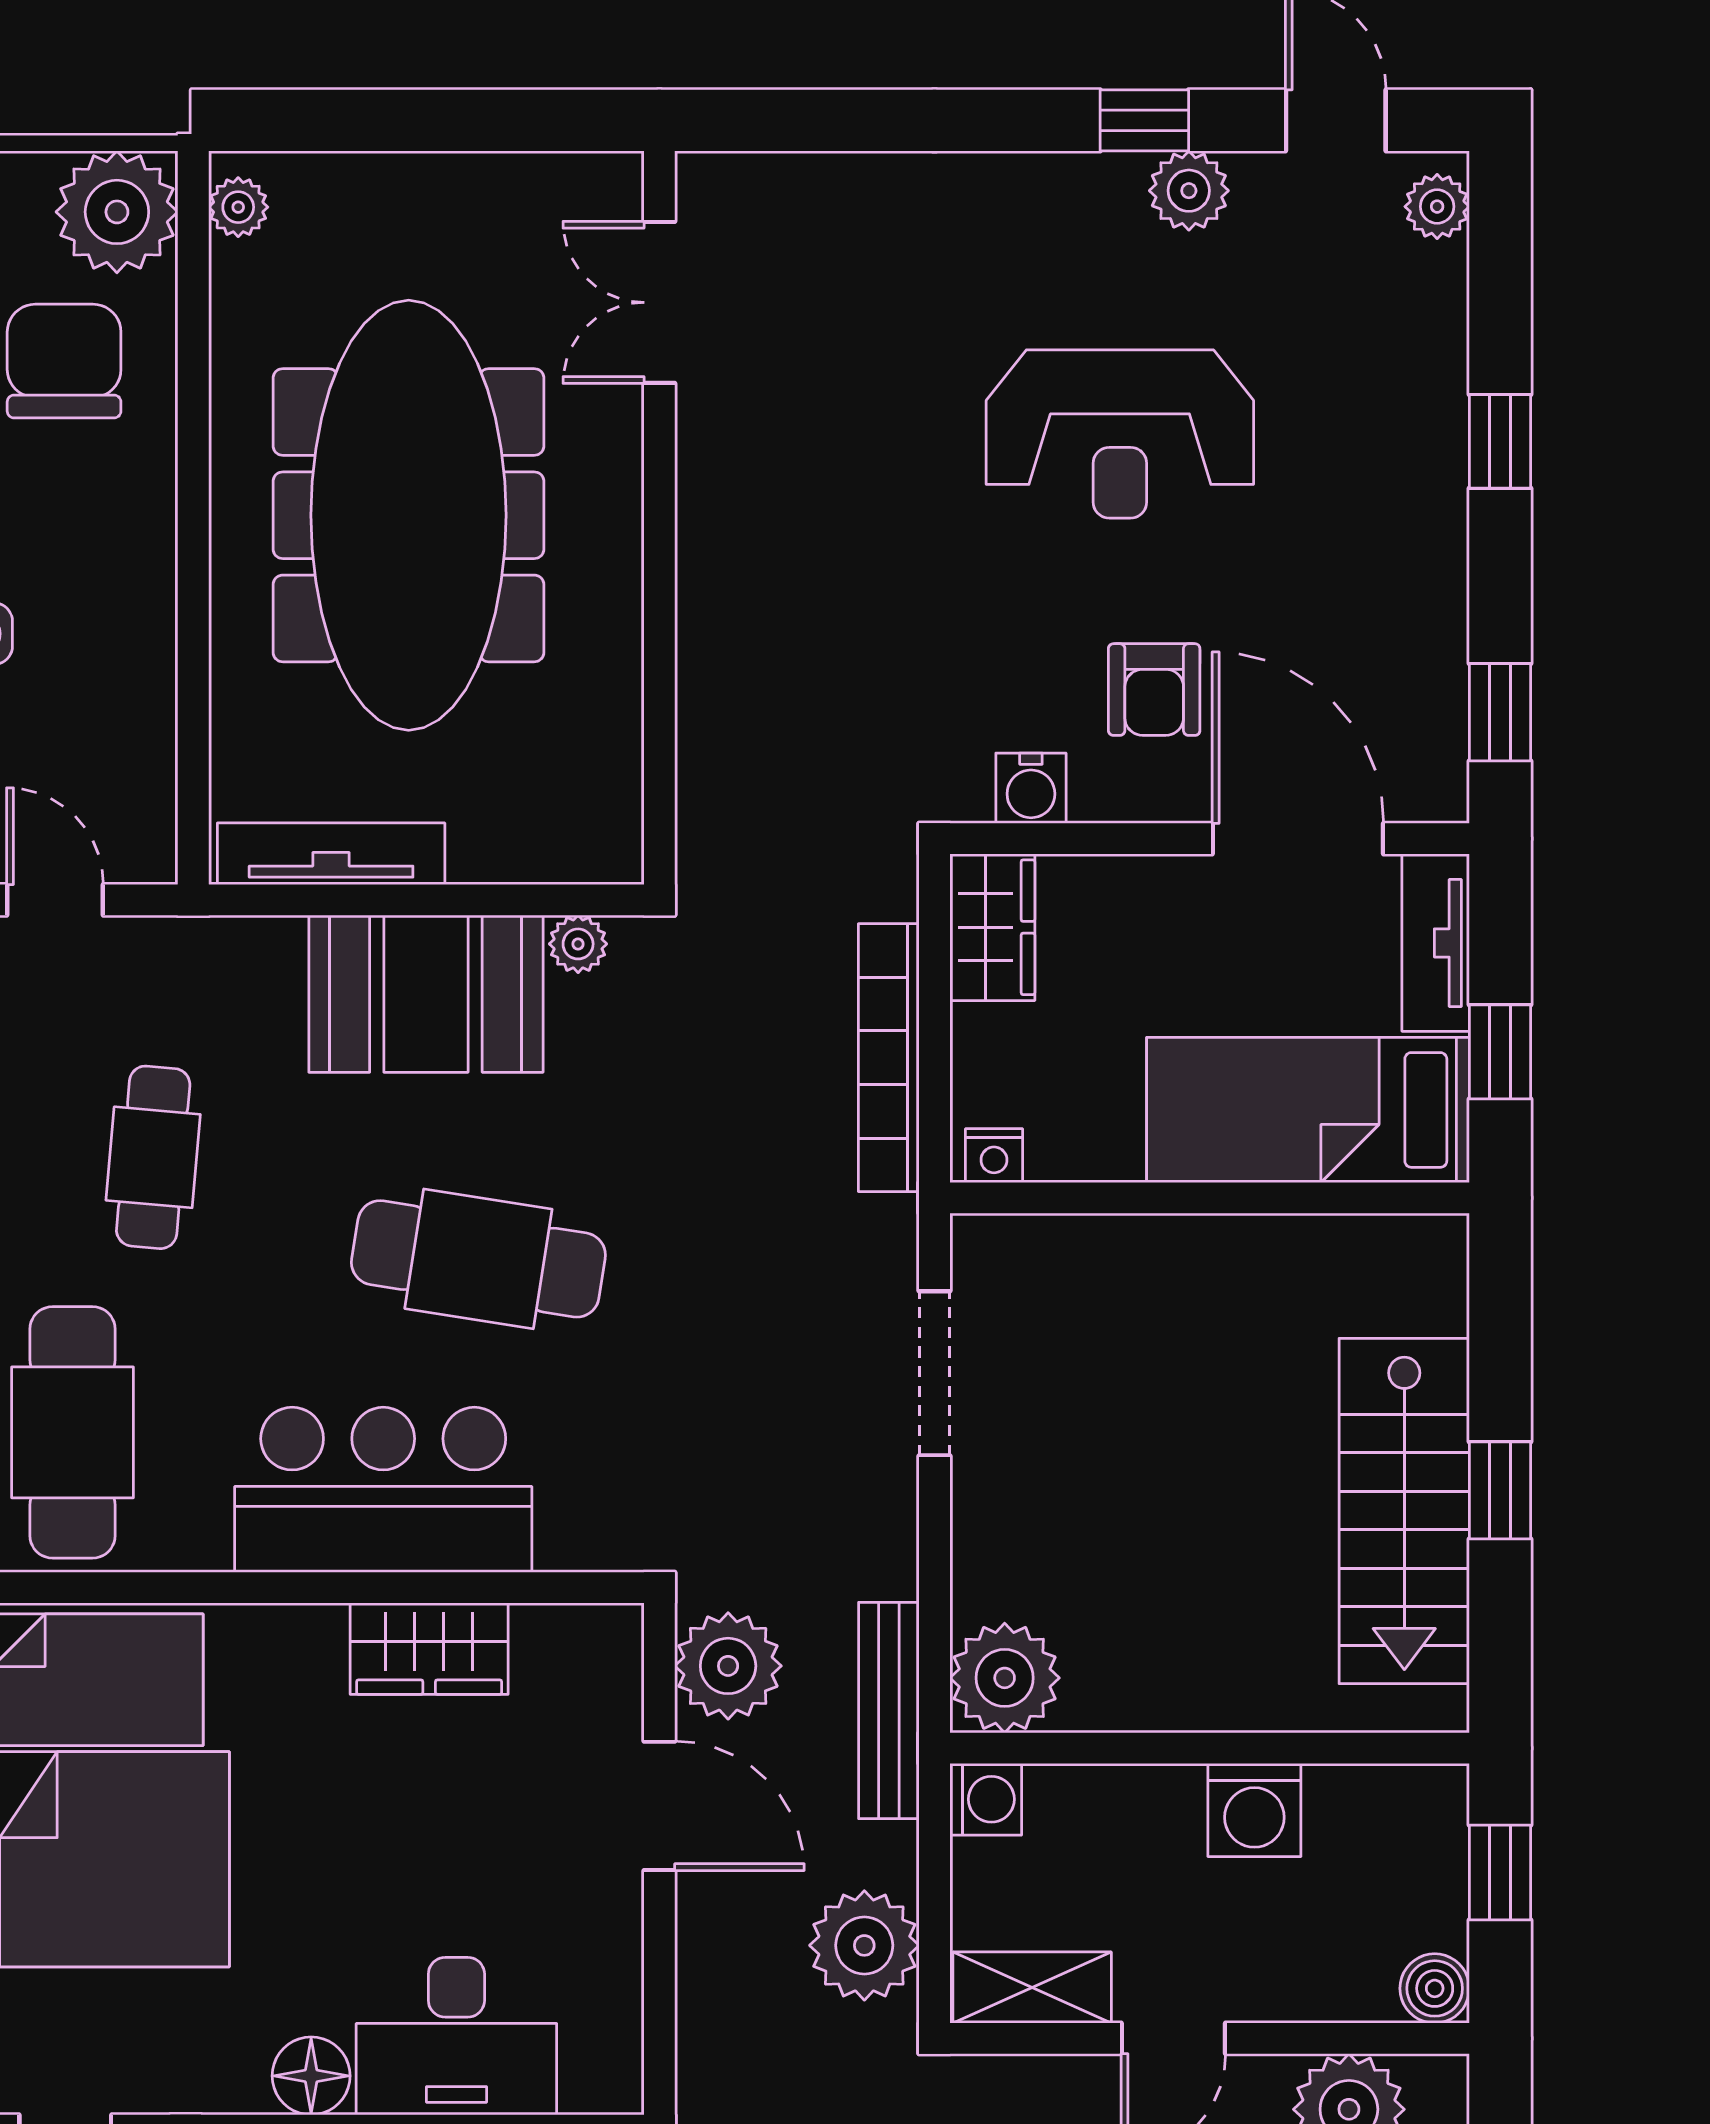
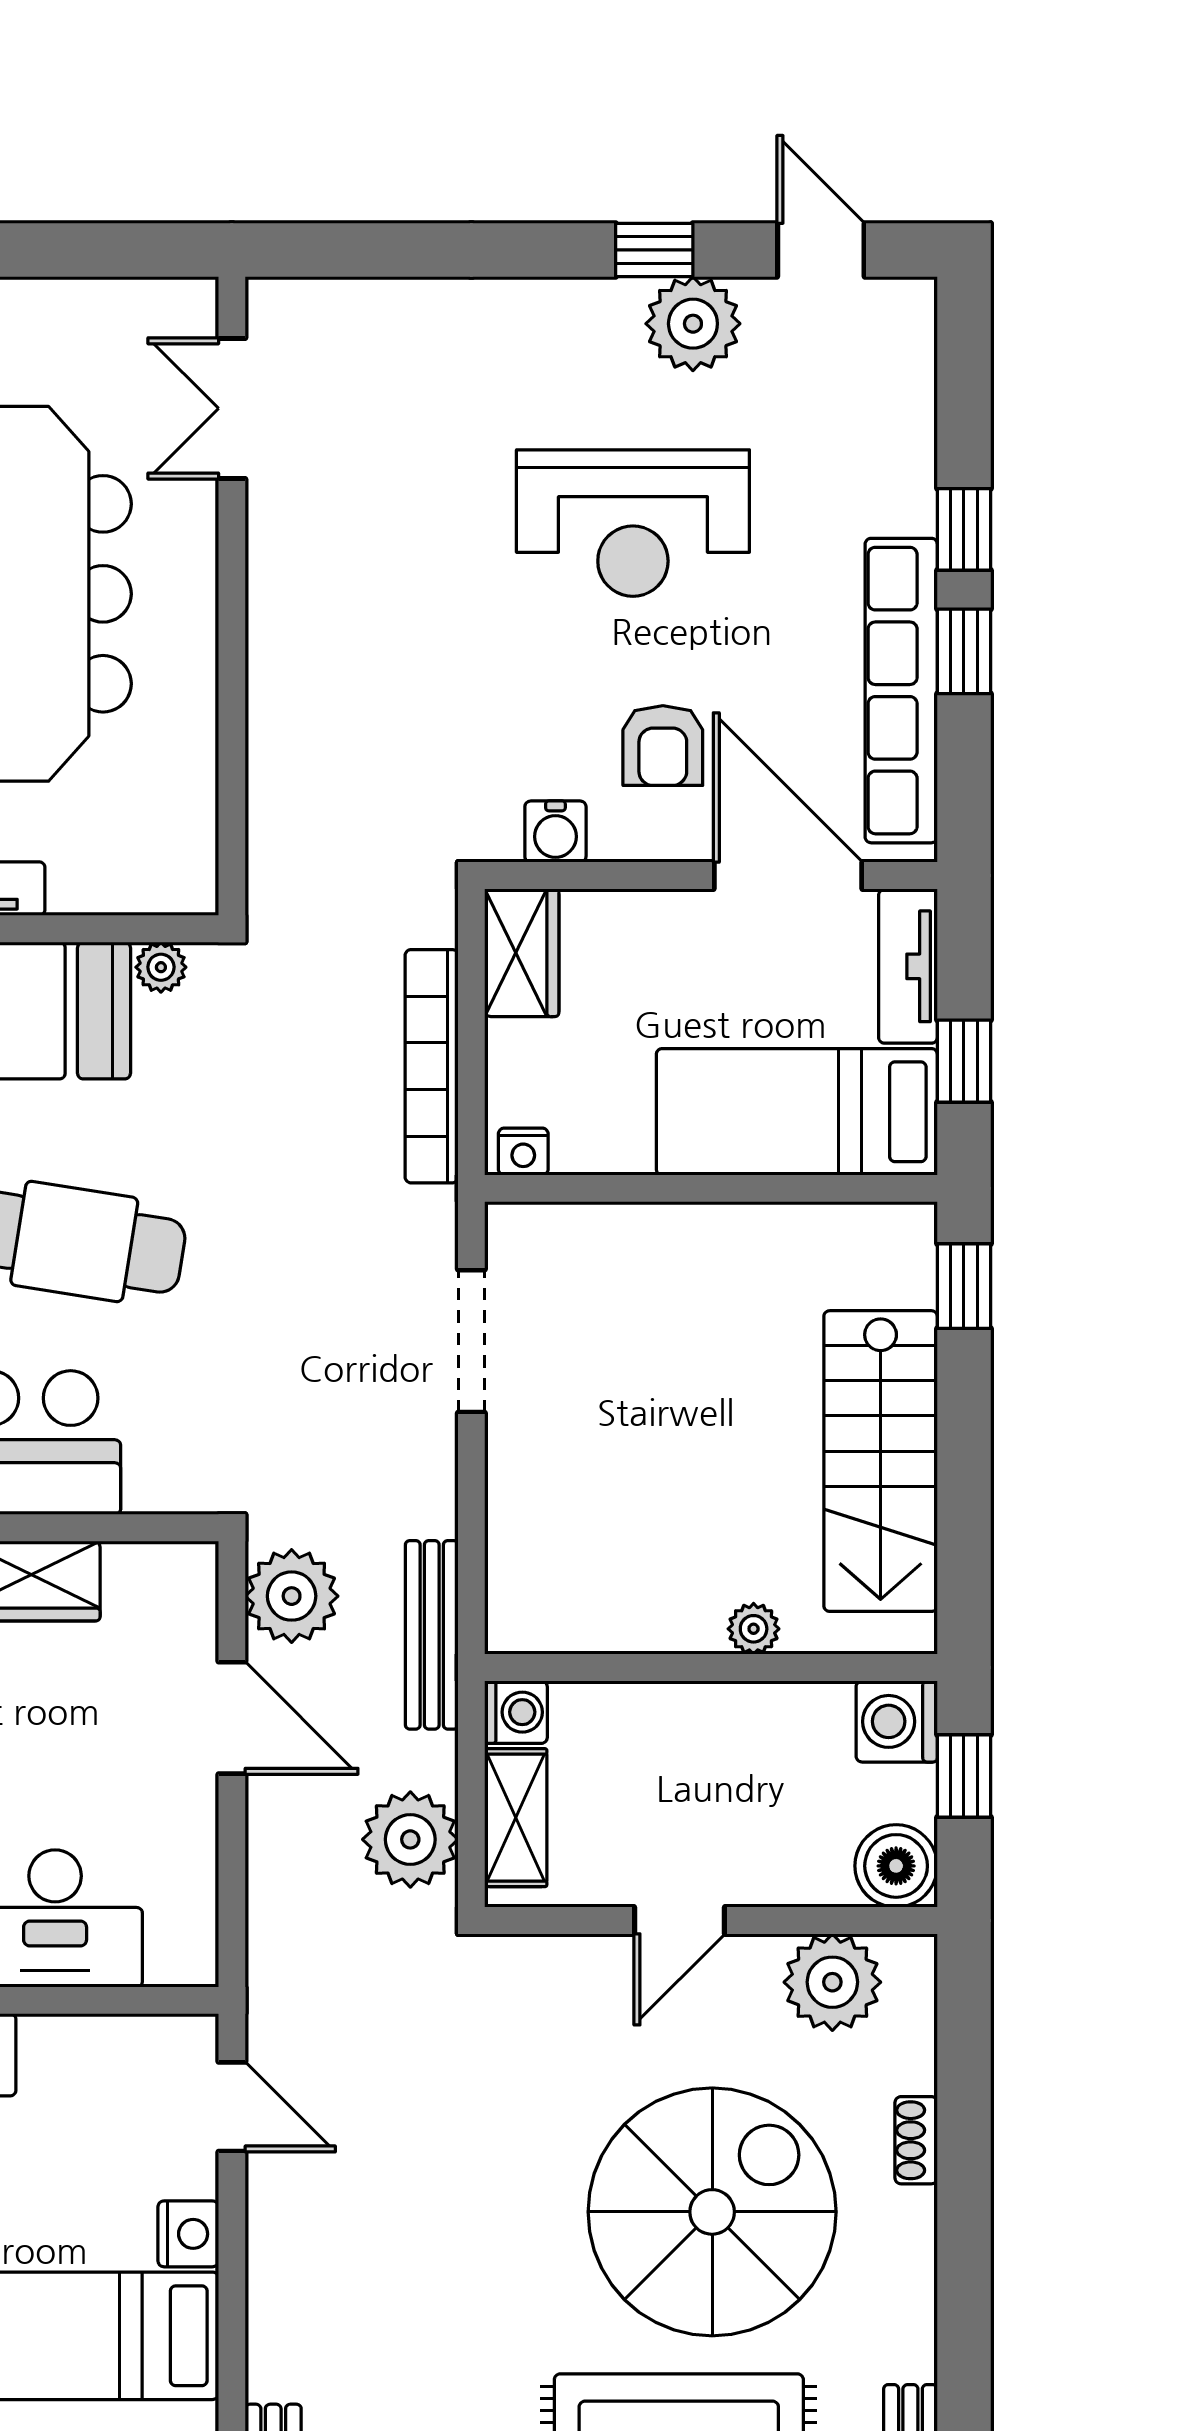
plant: (1189, 191) -> (693, 324), width x1.36, depth x1.36
plant: (1437, 207) -> (909, 325), removed
row of seats: (1428, 626) -> (901, 691), added
window: (1500, 712) -> (964, 651), moved
window: (1500, 1490) -> (964, 1286), moved
plant: (1005, 1678) -> (754, 1629), moved, width x0.53, depth x0.53
washing machine: (1254, 1810) -> (897, 1721), moved, turned 90
shelving: (1032, 1988) -> (516, 1818), moved, turned 90
boiler: (1435, 1988) -> (896, 1866), width x1.36, depth x1.36

